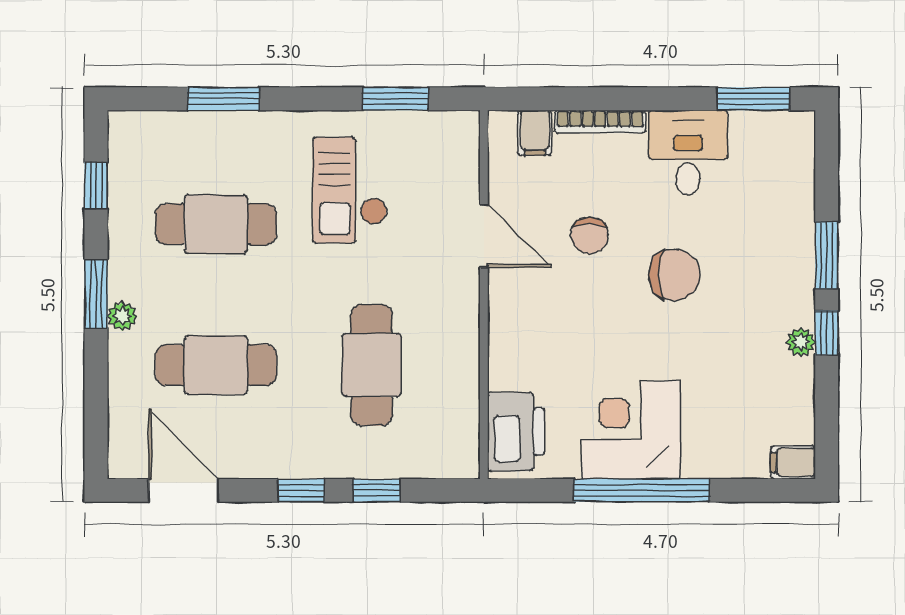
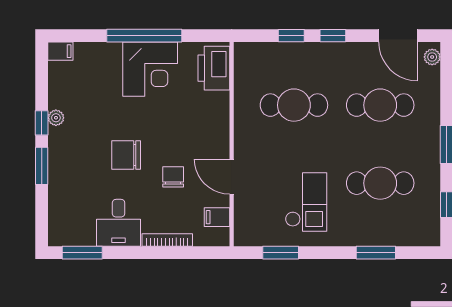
filing cabinet: (535, 133) -> (217, 217), moved, turned -90
plant: (122, 316) -> (432, 57), moved
cafe table: (372, 365) -> (294, 105), turned 90

